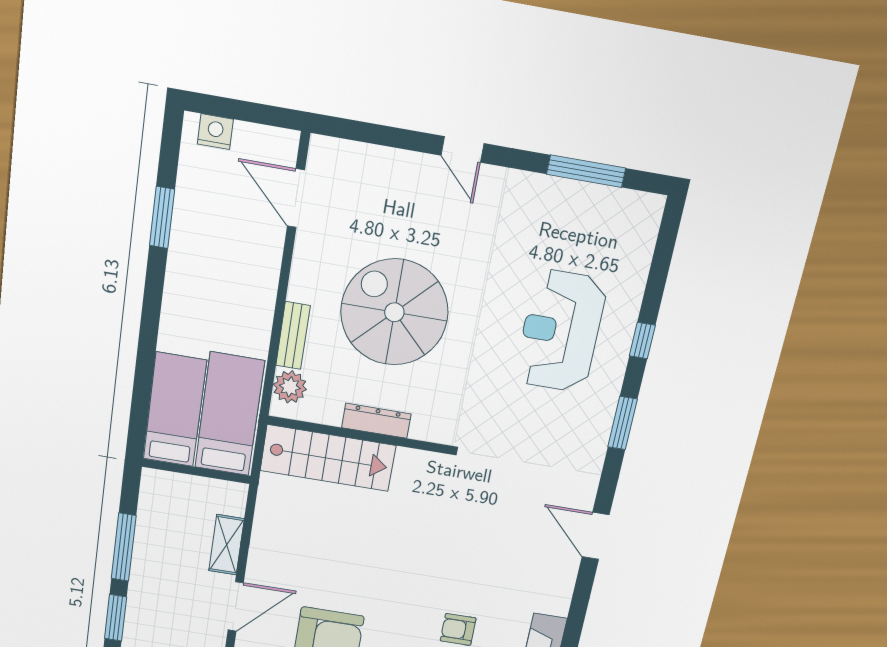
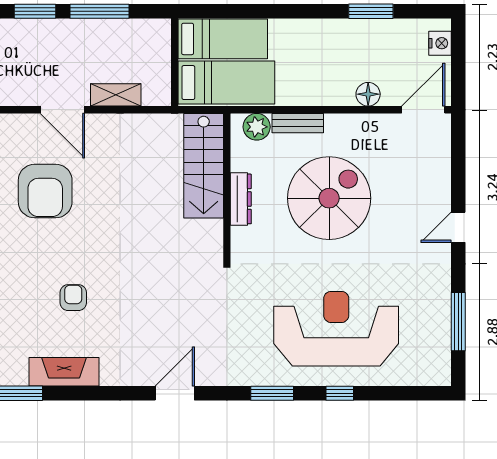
door: (296, 198) -> (423, 110), moved
floor lamp: (269, 240) -> (368, 94), added
reception desk: (561, 331) -> (336, 329), width x1.36, depth x1.30

